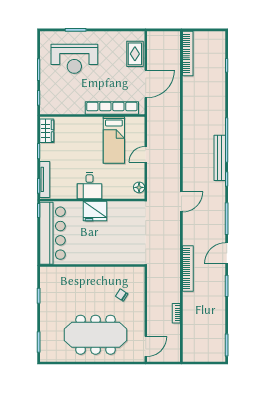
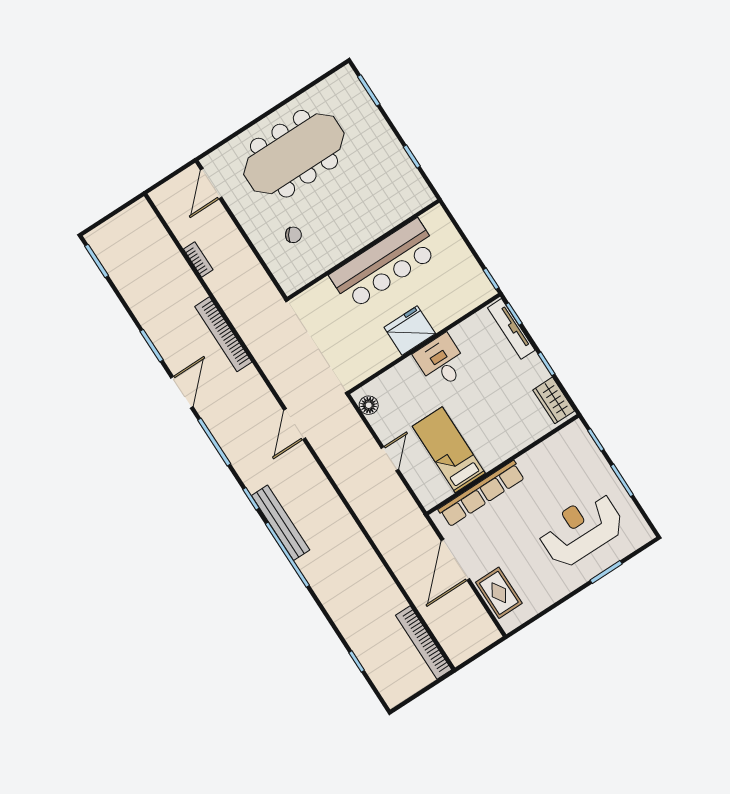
bar counter: (52, 233) -> (385, 264), moved, turned -90

